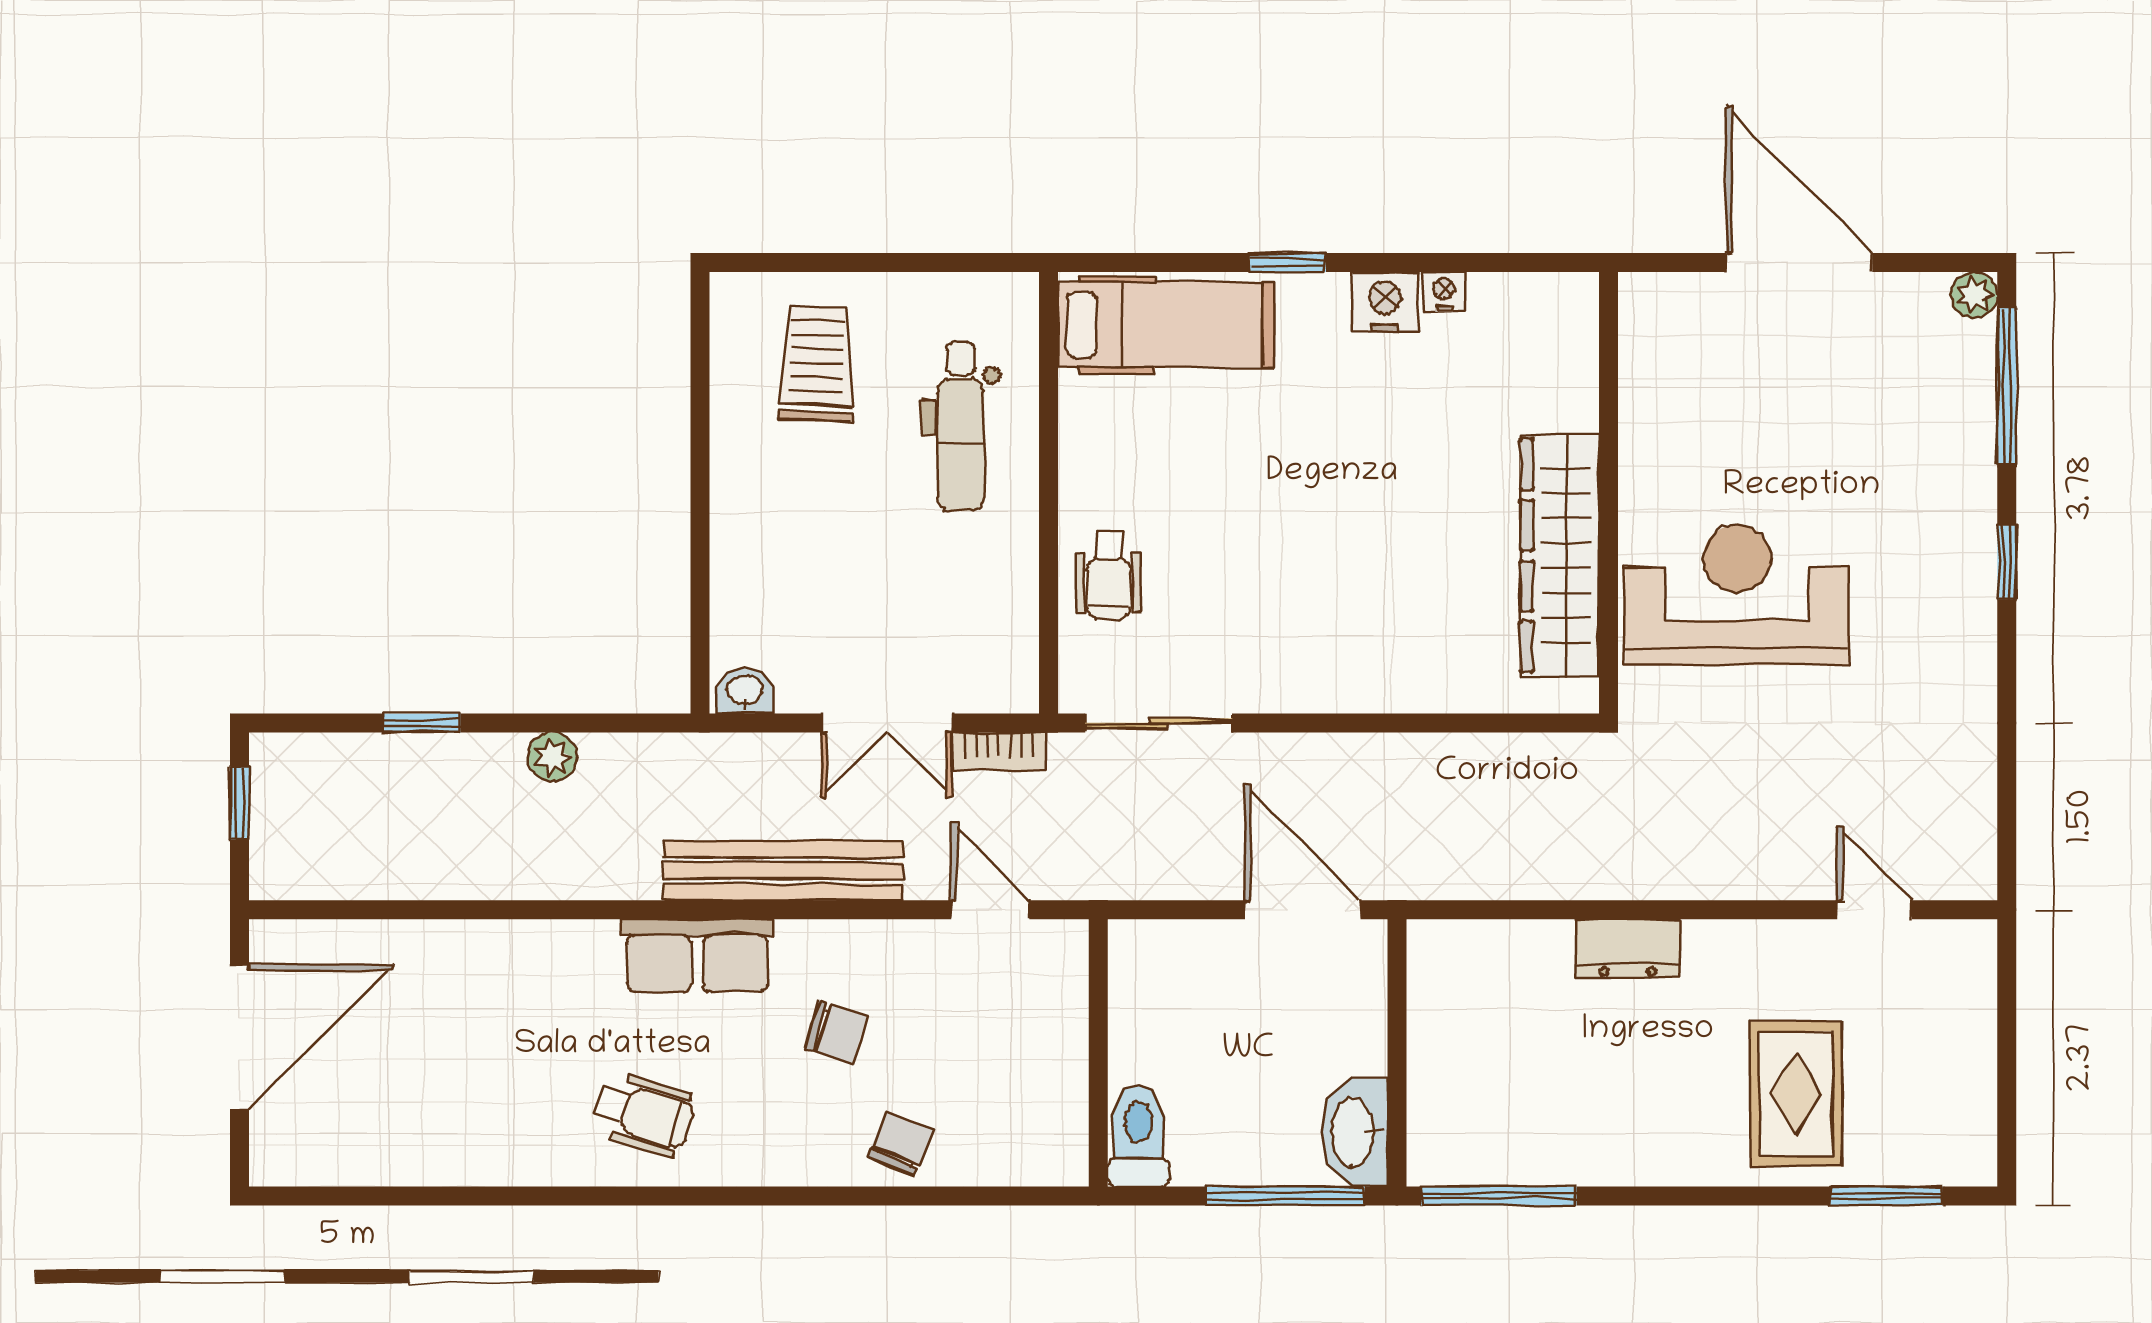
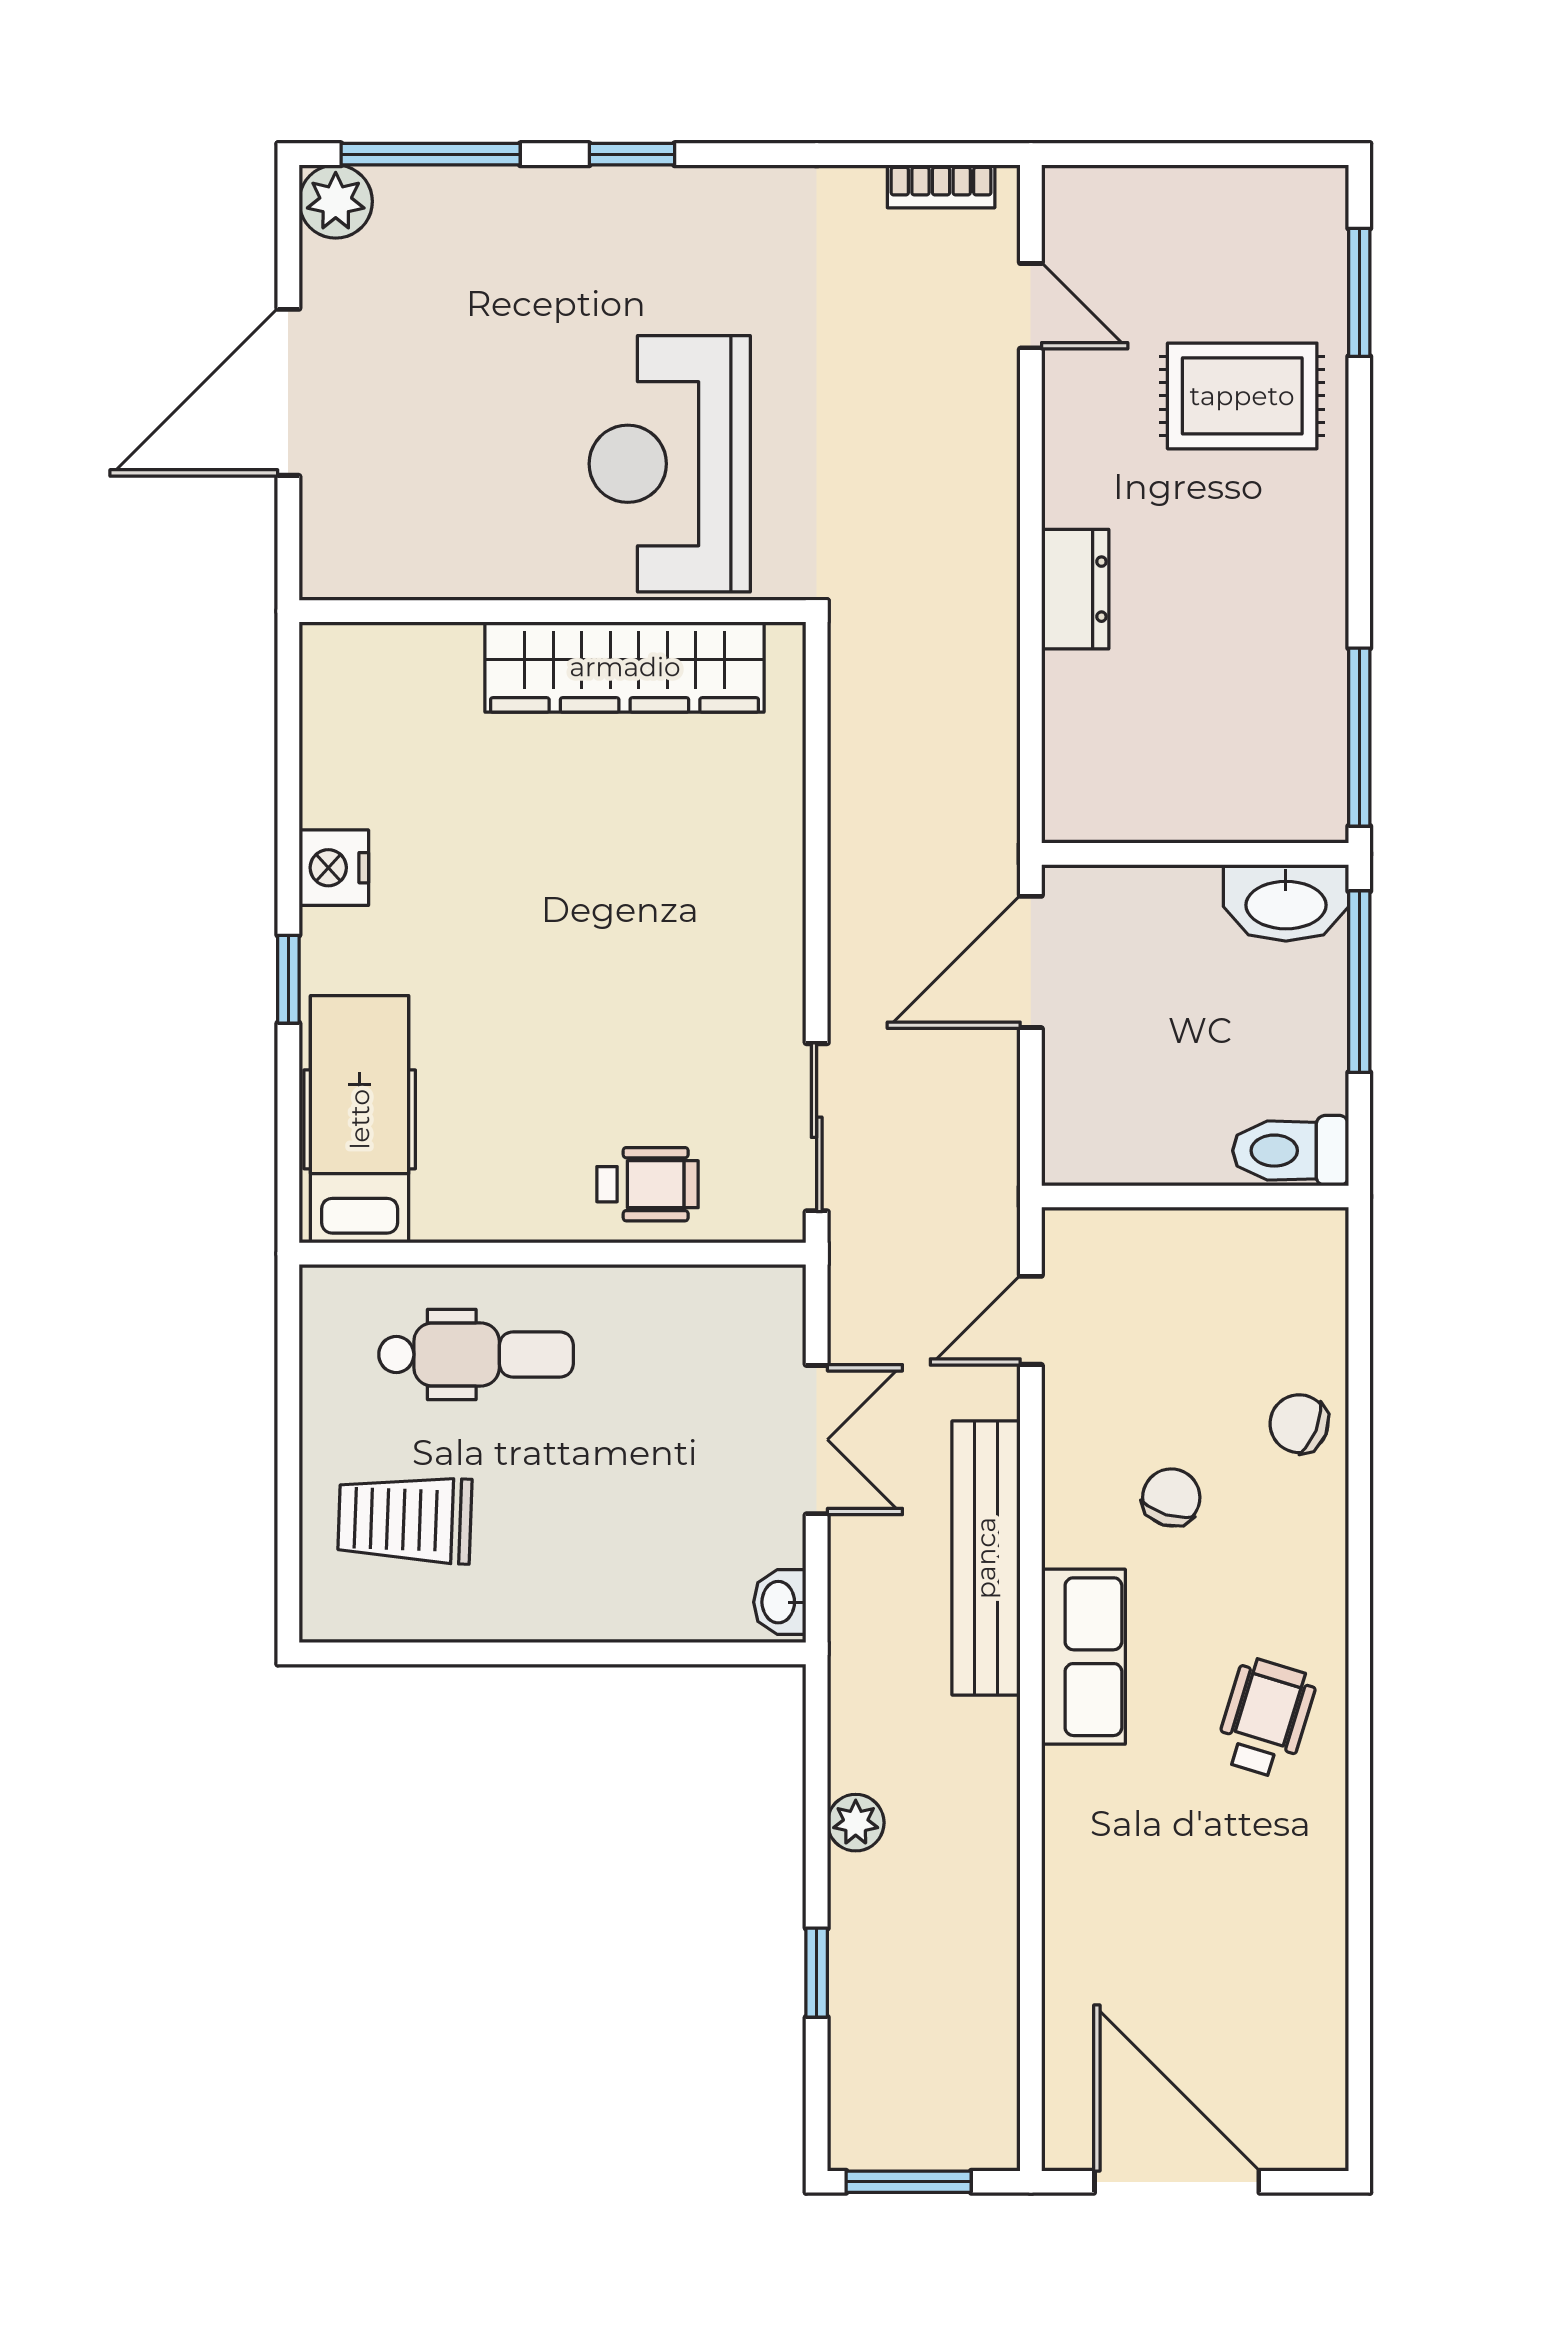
nightstand: (1444, 292) -> (322, 800), removed
plant: (1974, 295) -> (336, 201), width x1.38, depth x1.38
bookcase: (999, 751) -> (941, 186), moved, turned 90
window: (240, 803) -> (909, 2182), width x1.50
door: (1875, 910) -> (1031, 306), swing flipped

